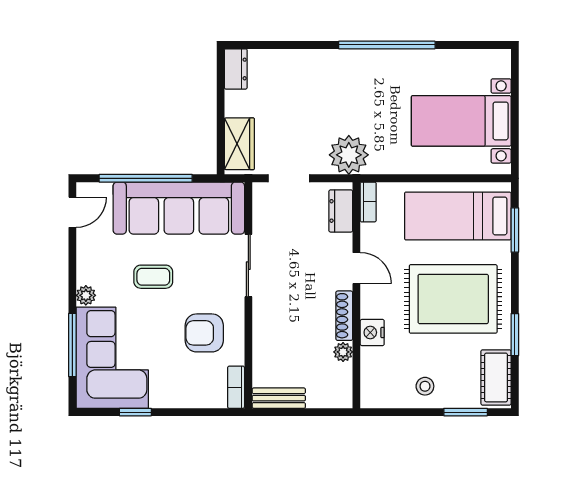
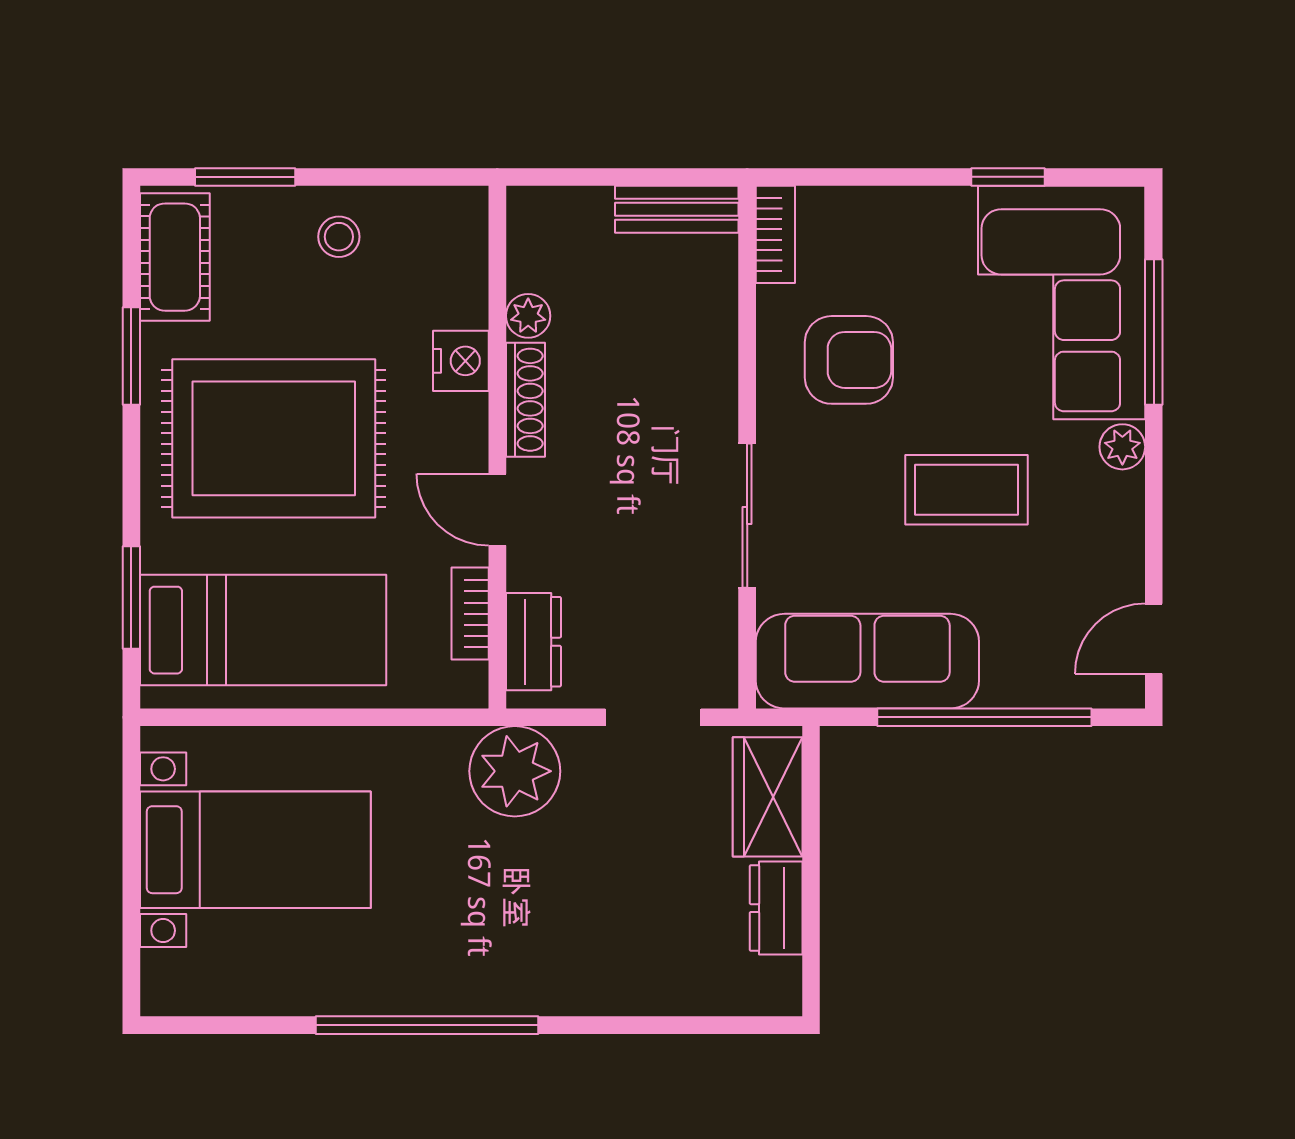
dresser: (236, 69) -> (776, 908), moved
bookcase: (368, 202) -> (470, 614), moved
sofa: (179, 208) -> (867, 661), width x0.74, depth x0.79
coffee table: (153, 277) -> (967, 490), width x1.36, depth x1.30

